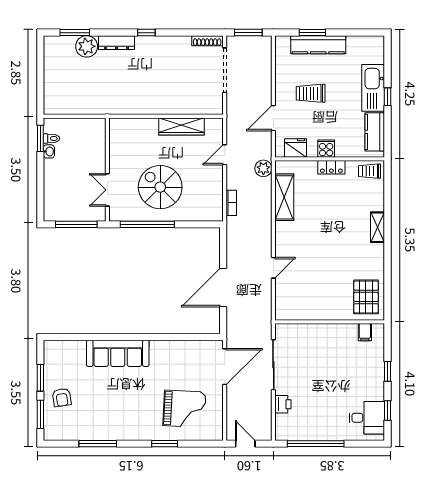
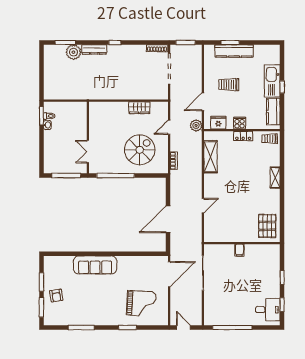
wardrobe: (182, 127) -> (139, 108), width x0.67
plant: (263, 168) -> (196, 125), moved
spiral stairs: (160, 187) -> (140, 150), moved, turned 90
filing cabinet: (365, 332) -> (239, 250), moved
printer: (283, 404) -> (210, 300), removed

